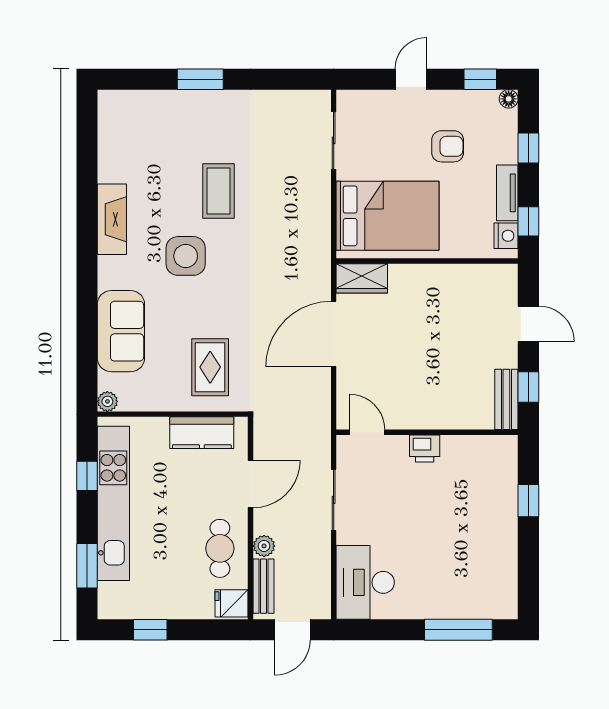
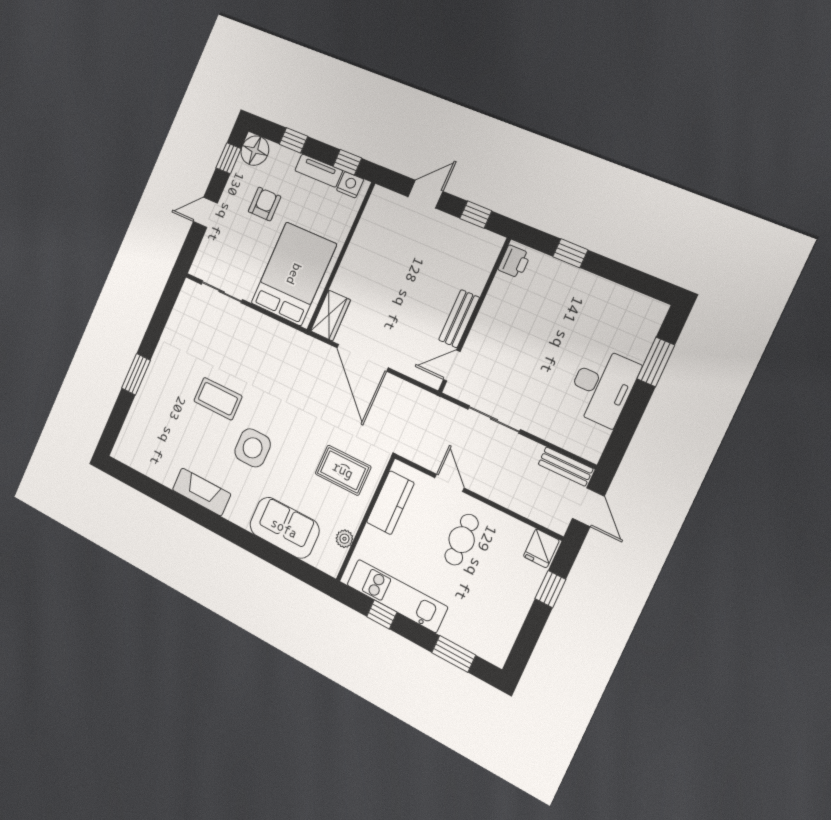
door: (411, 79) -> (205, 212), hinge flipped
floor lamp: (509, 99) -> (255, 151), width x1.89, depth x1.89
bench: (506, 399) -> (459, 319), moved, turned 90
plant: (107, 401) -> (344, 539), moved
printer: (425, 449) -> (514, 262), moved
door: (251, 484) -> (449, 483), width x0.73
kitchen unit: (113, 503) -> (397, 596), width x0.73
plant: (264, 546) -> (505, 497), removed
cafe table: (220, 548) -> (462, 540), moved, turned 90
desk: (365, 582) -> (602, 386), moved, turned -90
bench: (264, 586) -> (566, 467), moved
window: (150, 630) -> (550, 589), moved
window: (458, 630) -> (656, 362), width x0.69

